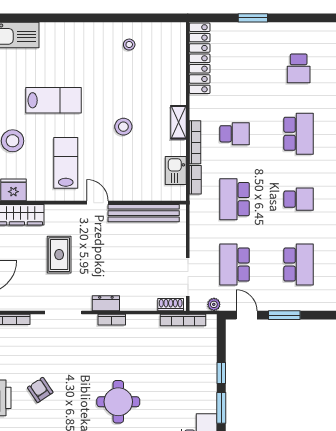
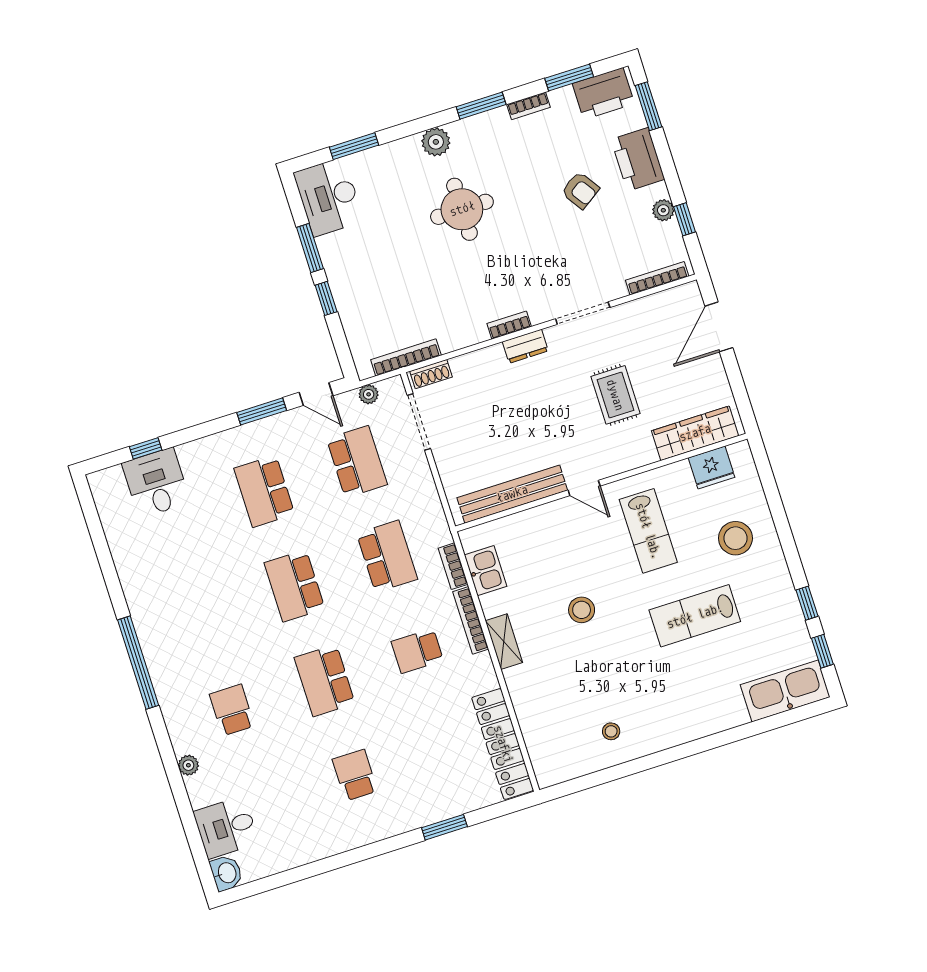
school desk: (299, 199) -> (294, 586), width x1.85

